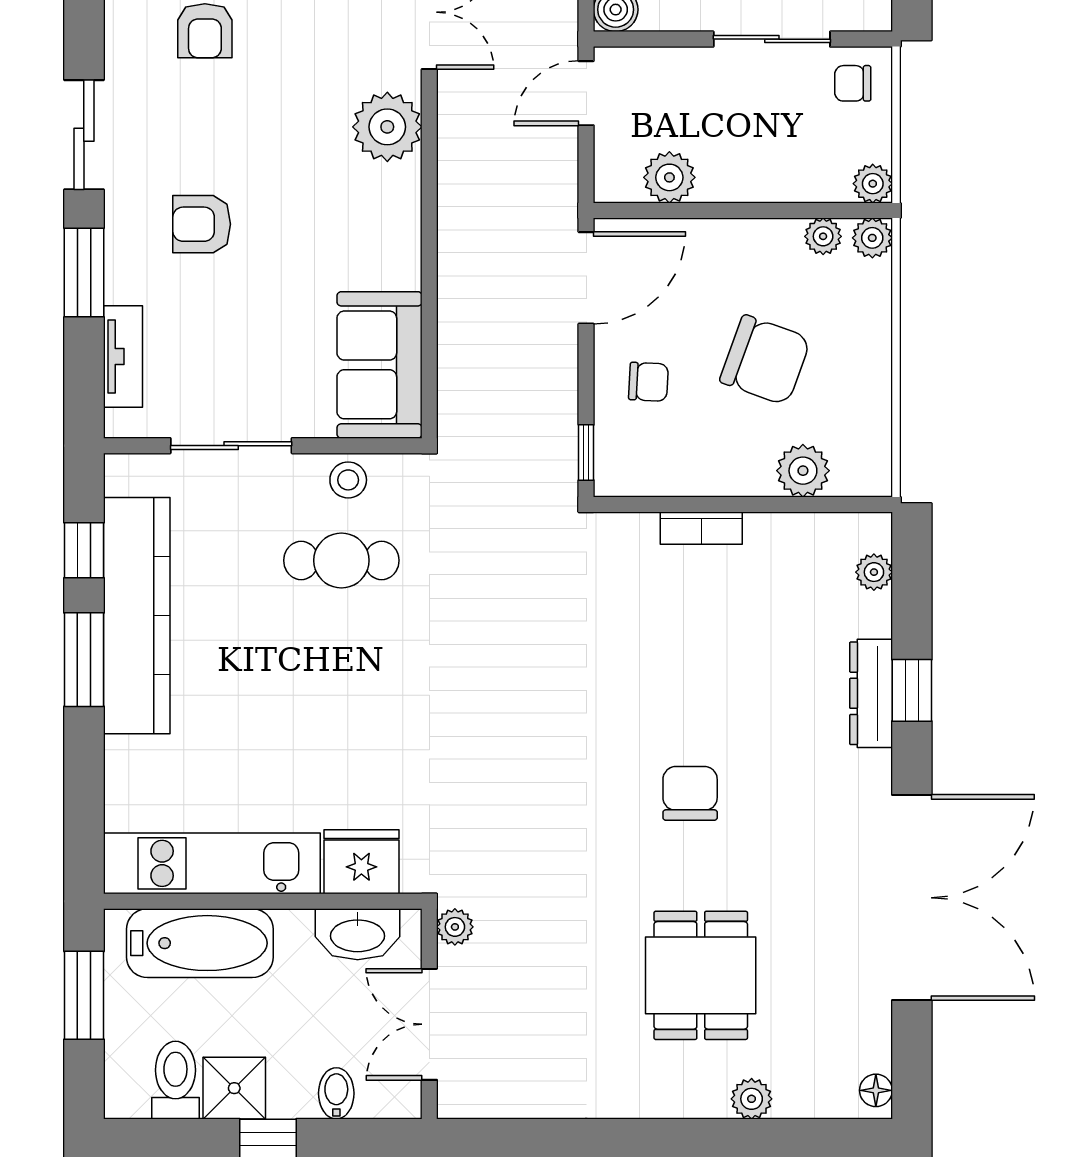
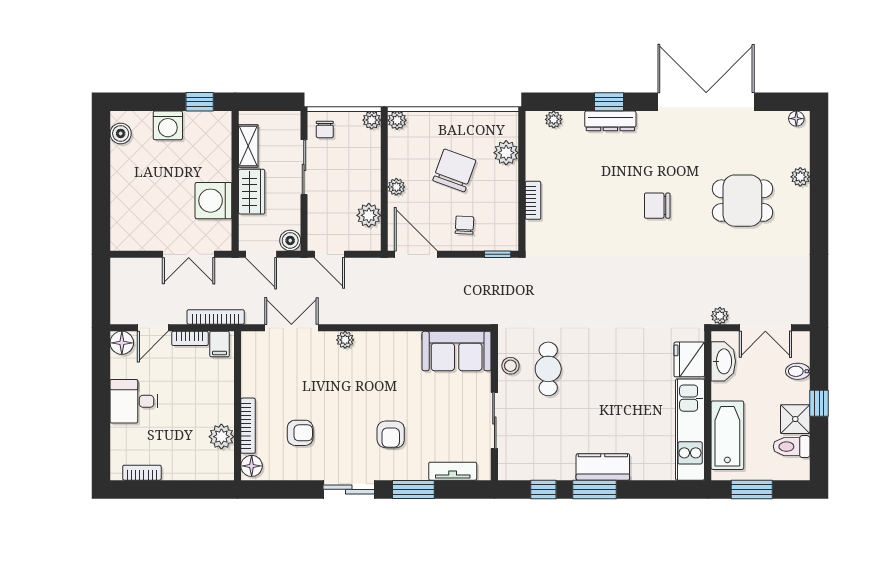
plant: (387, 127) -> (345, 340), width x0.53, depth x0.53
plant: (823, 236) -> (396, 187), moved
kitchen counter: (137, 616) -> (603, 467), width x0.48, depth x0.86

